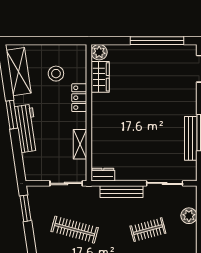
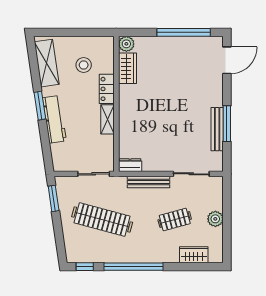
shelving: (80, 144) -> (107, 119), moved
plant: (189, 216) -> (215, 219), moved
clothes rail: (75, 230) -> (102, 220), width x1.37, depth x1.31

